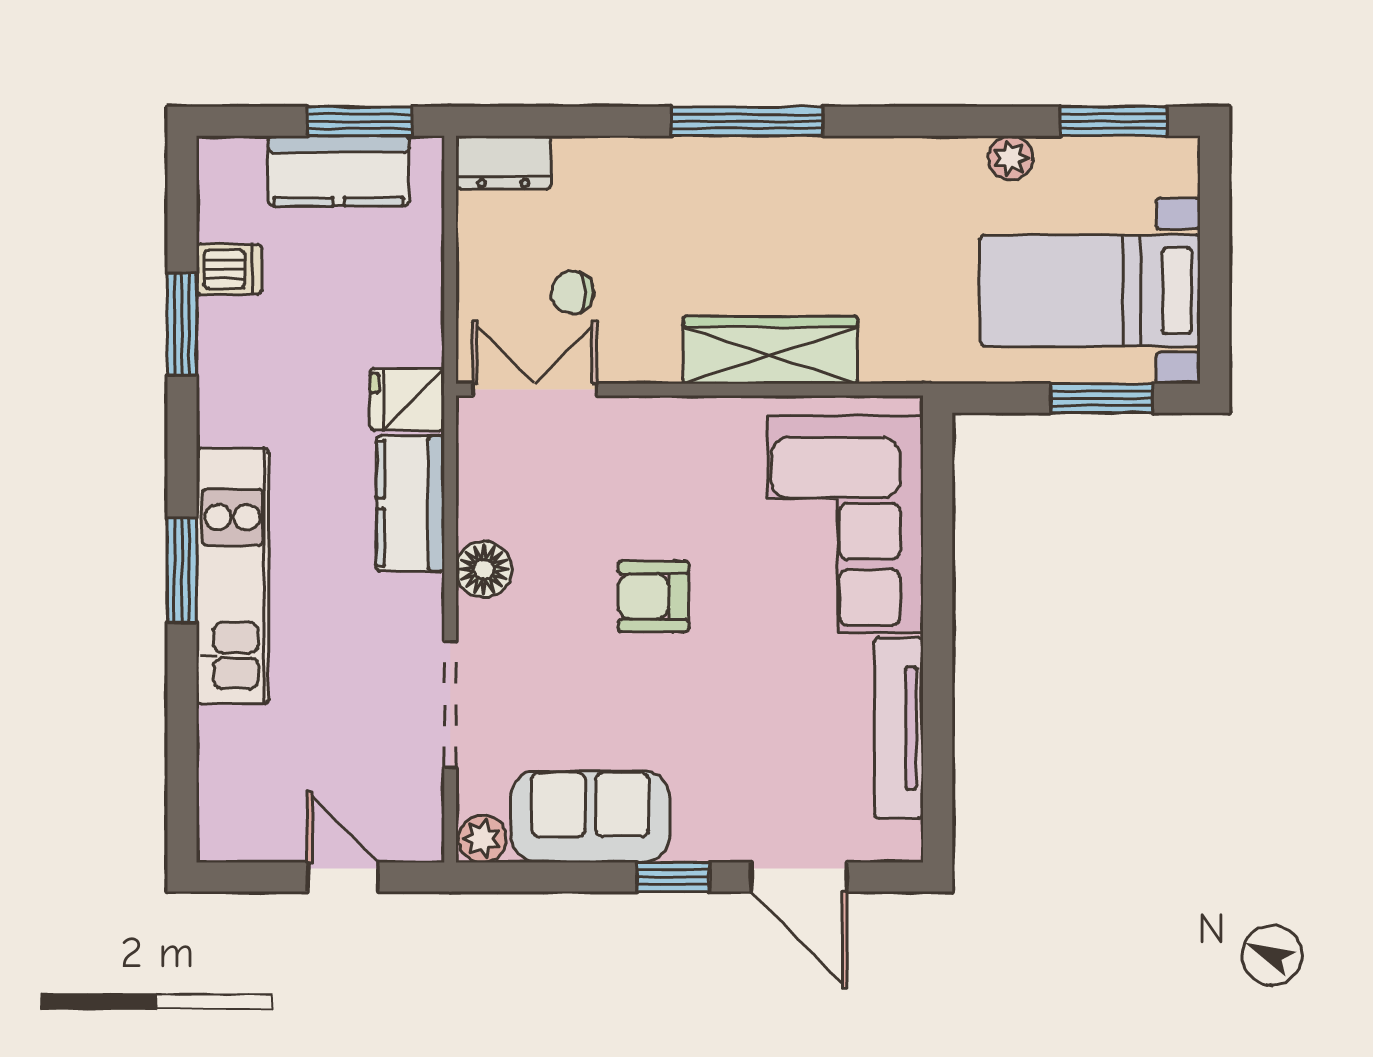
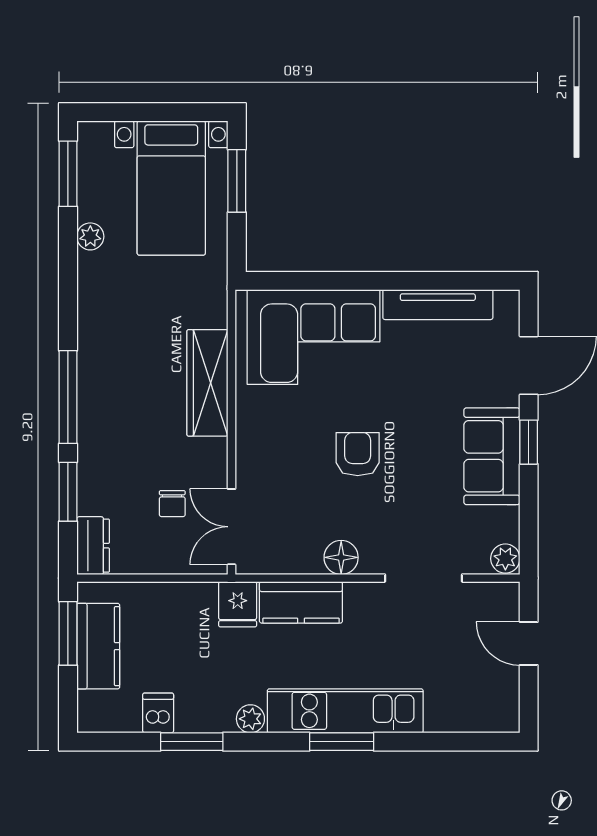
window: (592, 121) -> (68, 492), added
plant: (219, 421) -> (250, 719), added
armchair: (654, 596) -> (358, 454), turned 180
sofa: (590, 817) -> (492, 456), moved
door: (343, 877) -> (529, 643), hinge flipped

